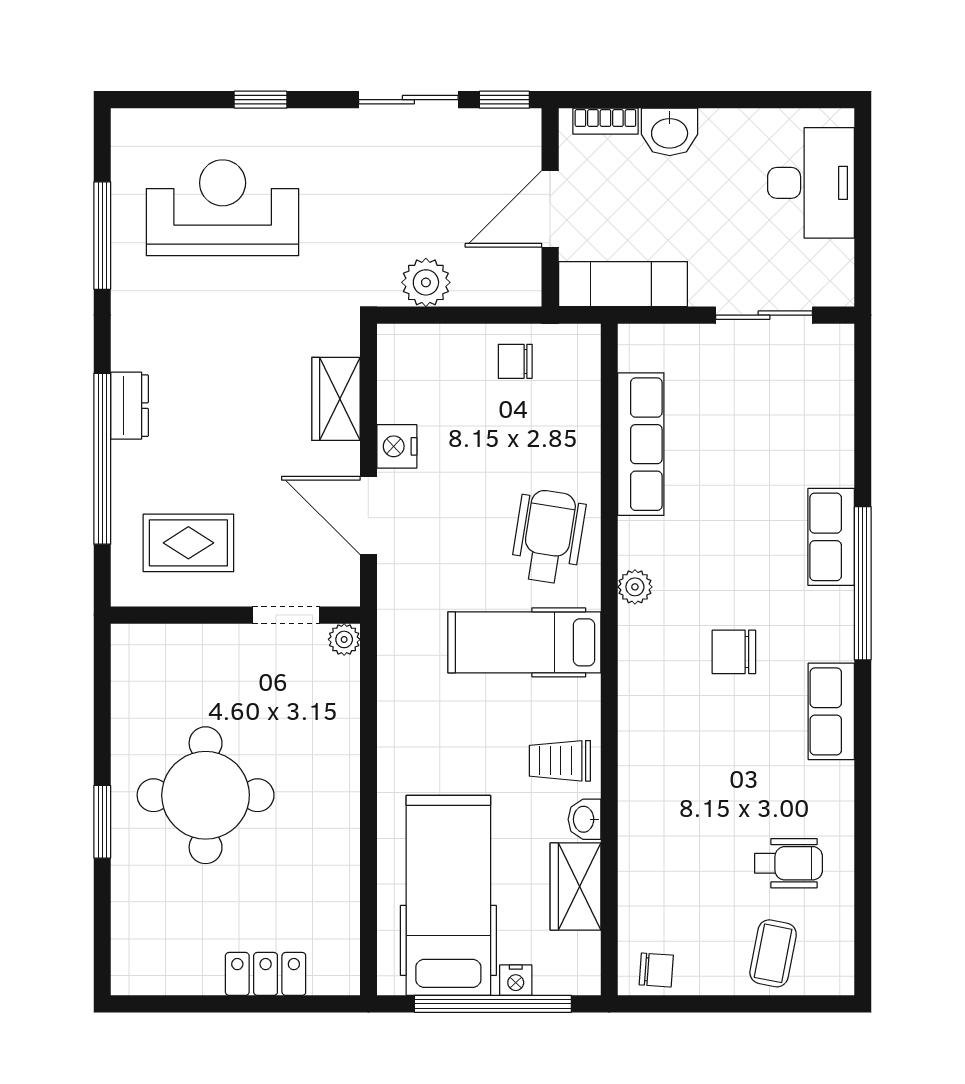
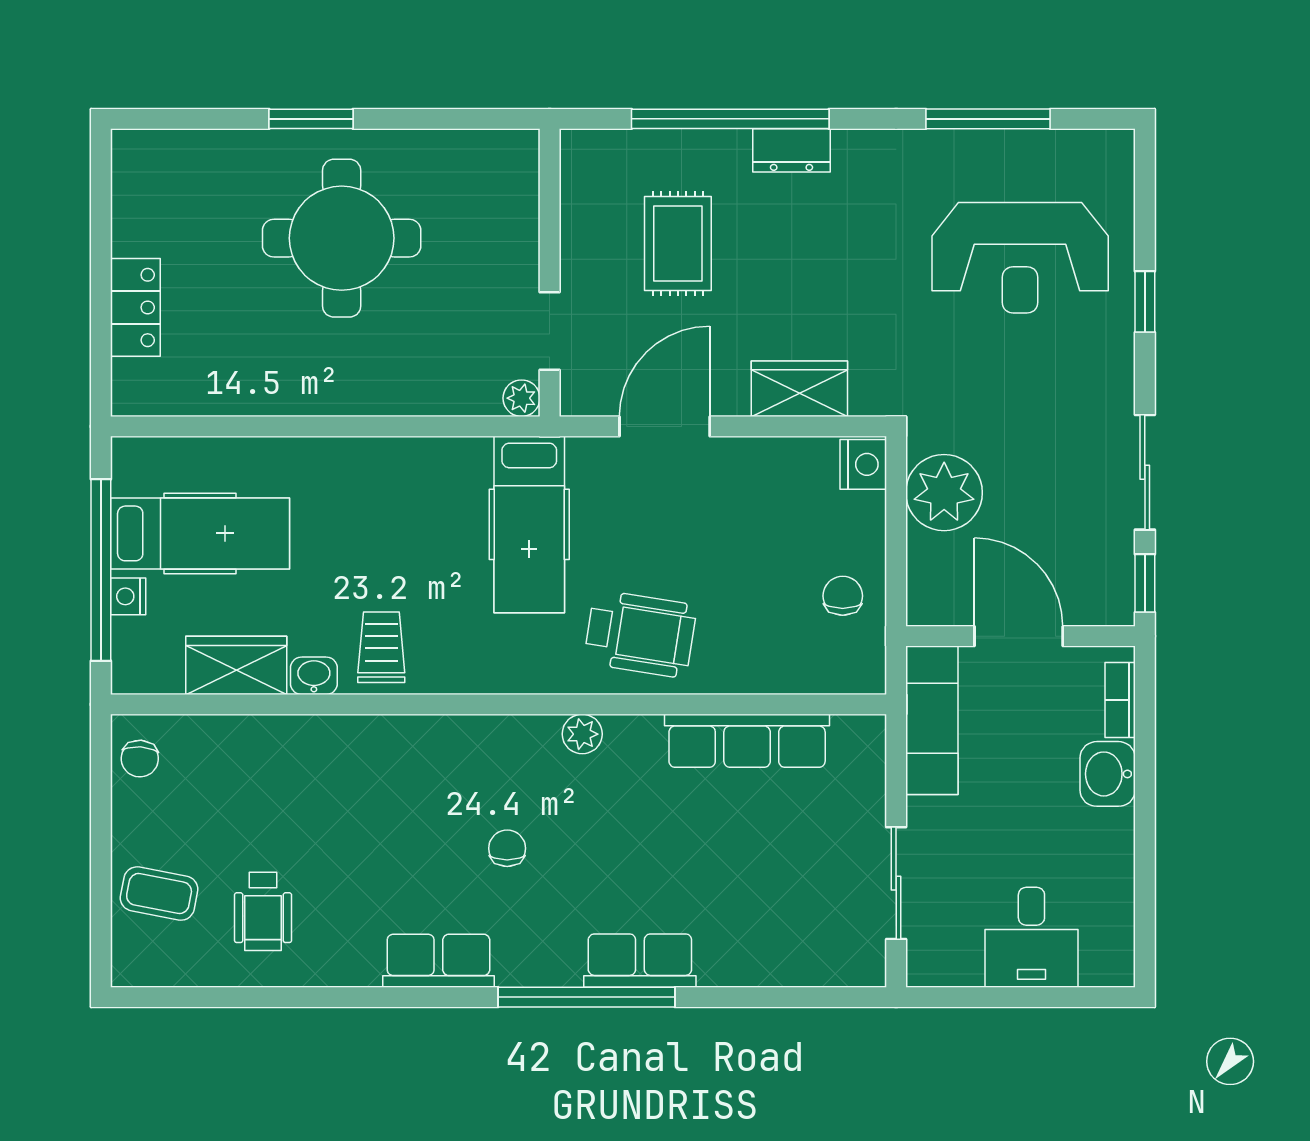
desk: (811, 183) -> (1031, 937), width x0.73
reception desk: (223, 208) -> (1020, 258), turned 90
plant: (426, 282) -> (944, 493), width x1.36, depth x1.36
nightstand: (397, 446) -> (863, 464), moved, turned 90
rug: (188, 543) -> (678, 243), moved
hospital bed: (524, 642) -> (529, 524), moved, turned 180
chair: (734, 652) -> (507, 848), width x0.73, depth x0.73
hospital bed: (448, 895) -> (200, 533), width x0.73, depth x0.78

